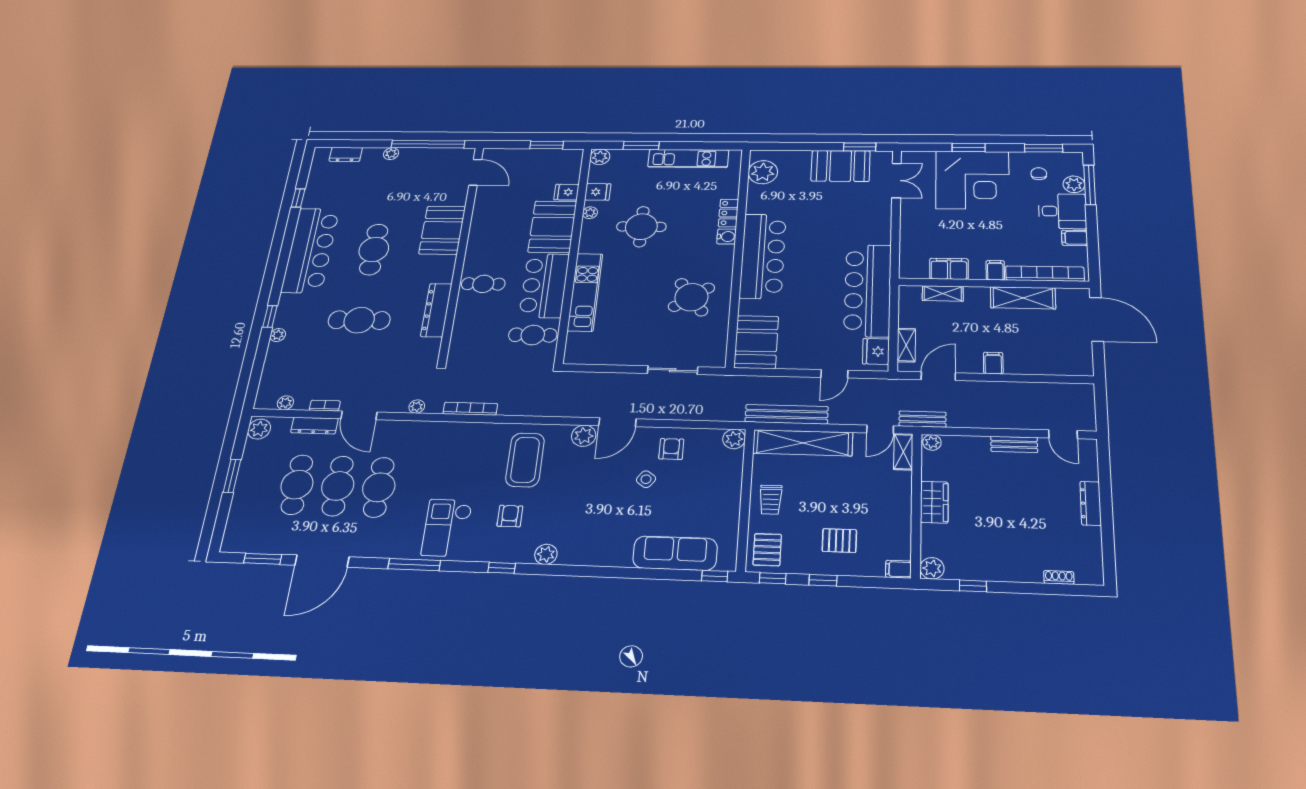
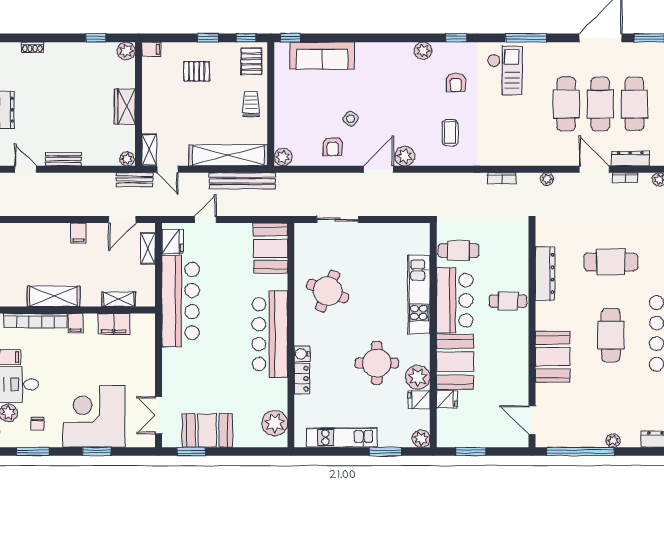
plant: (590, 213) -> (418, 377), width x1.88, depth x1.88
round table: (691, 297) -> (328, 291), turned -33
bookcase: (470, 409) -> (502, 178), width x0.64
door: (880, 429) -> (168, 169), swing flipped
coffee table: (525, 460) -> (450, 133), width x0.54, depth x0.58

